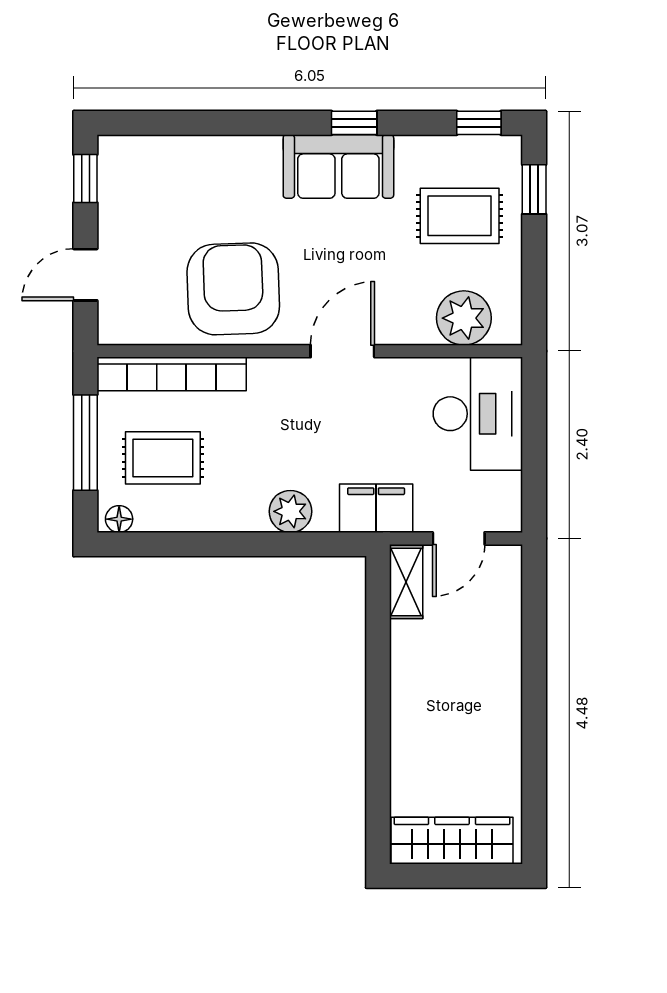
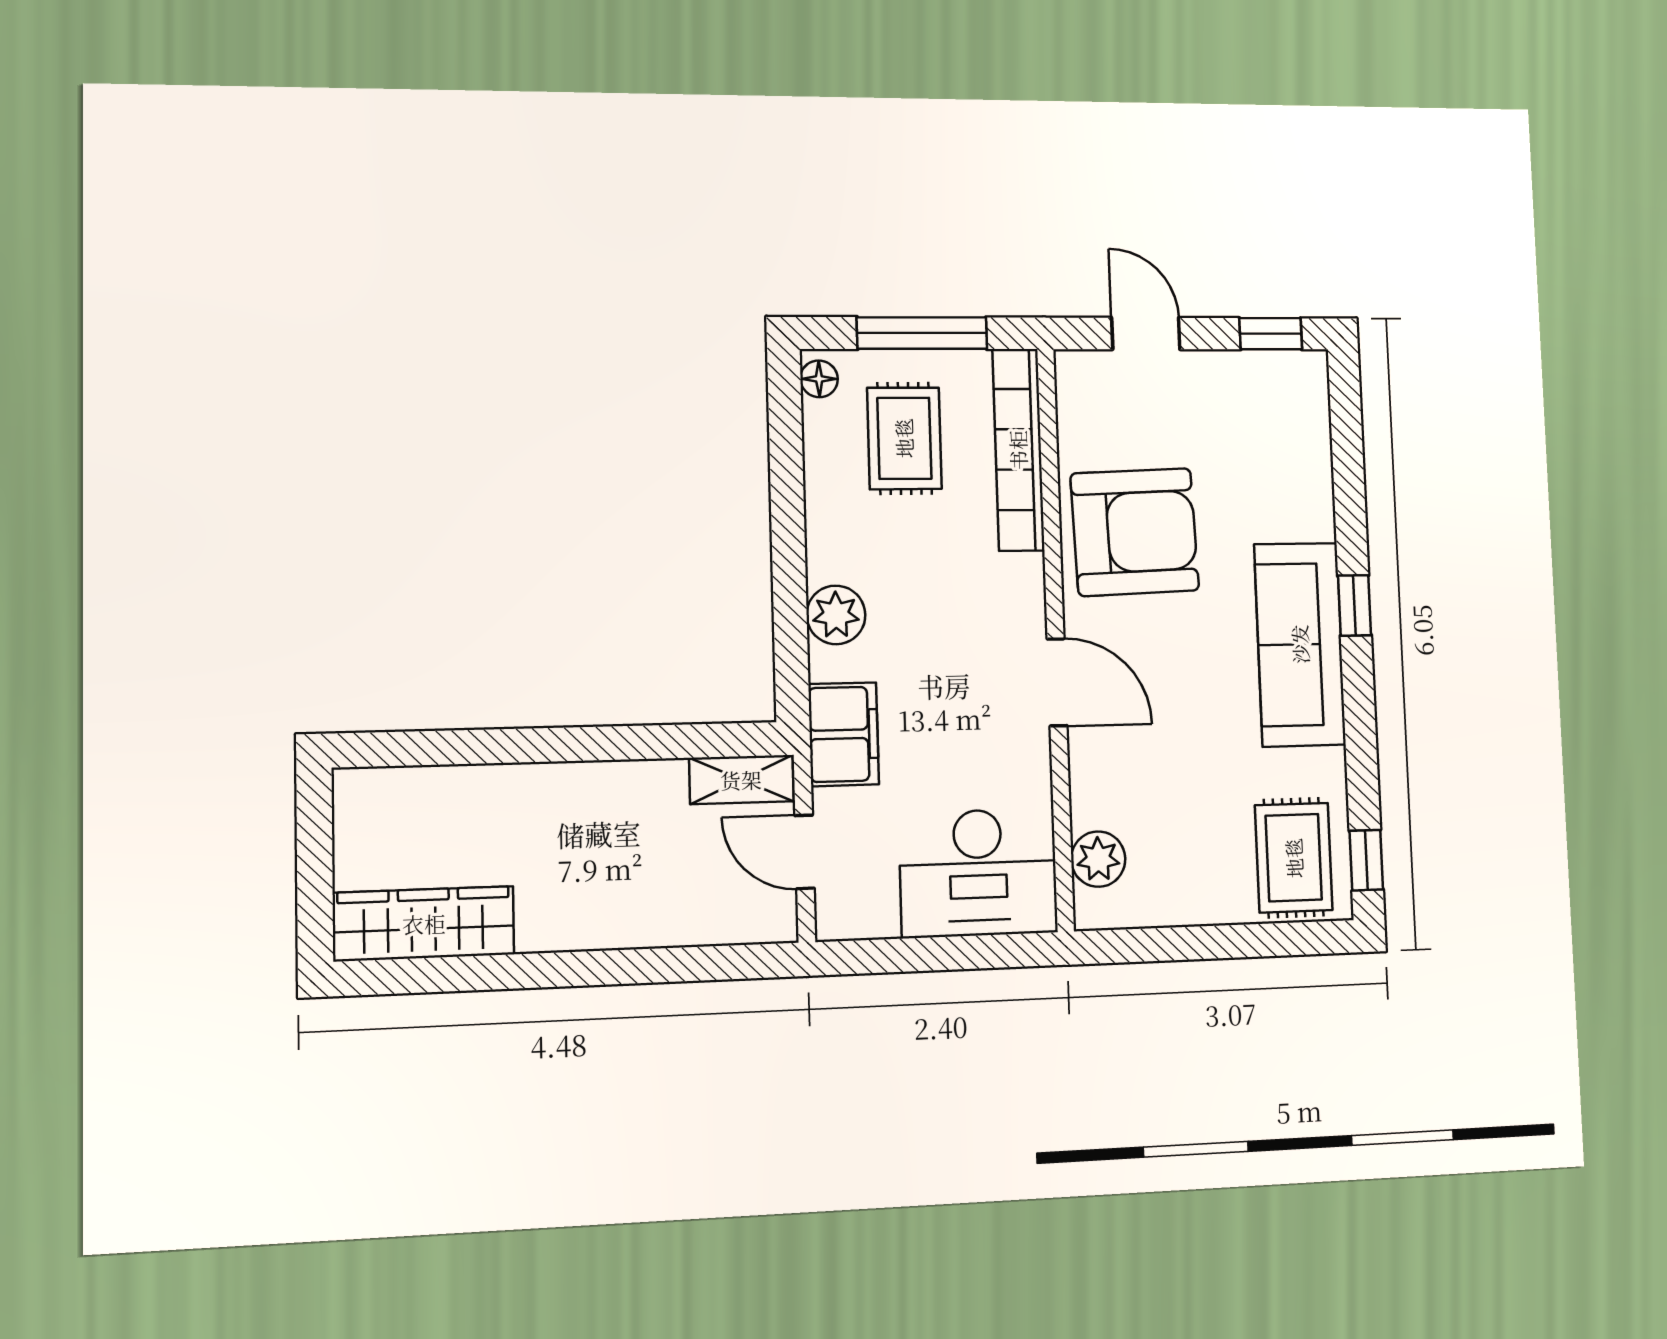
window: (354, 123) -> (1355, 605), moved
sofa: (338, 166) -> (1300, 644), width x1.36
window: (534, 189) -> (1283, 939), removed
rug: (460, 216) -> (1294, 858), moved
plant: (464, 318) -> (1098, 859), width x0.73, depth x0.73
wardrobe: (452, 841) -> (424, 924), moved, turned -90

